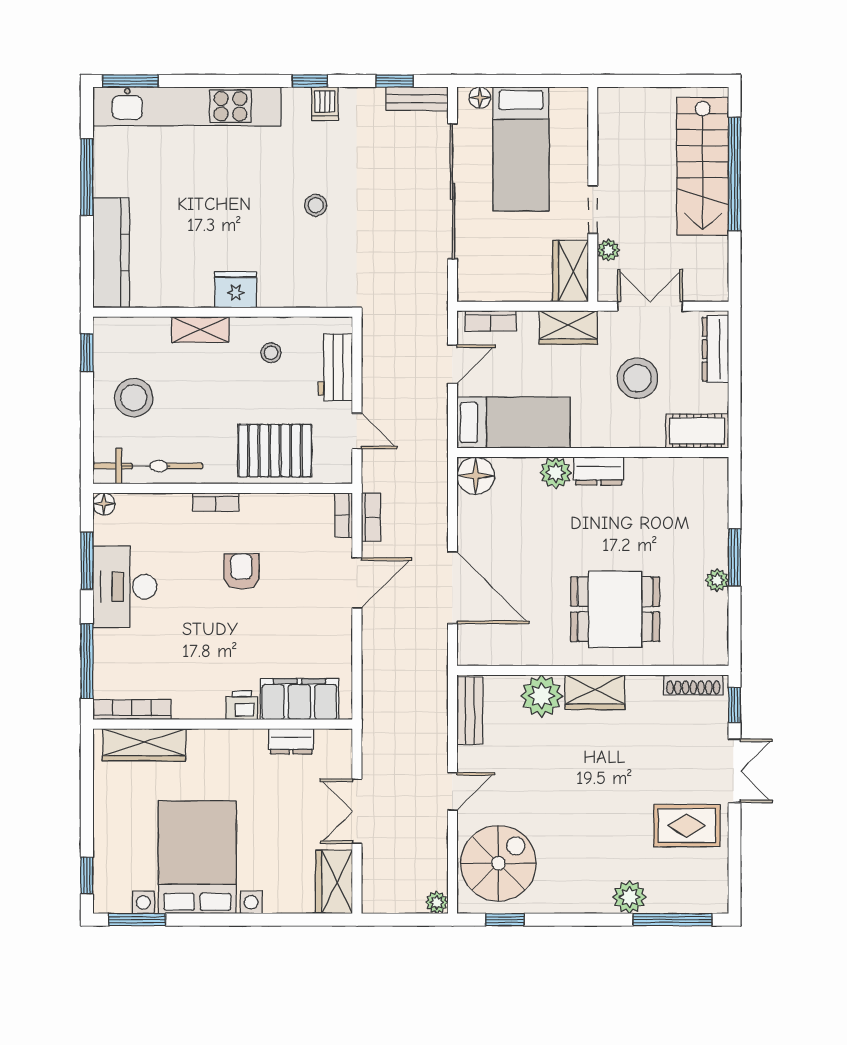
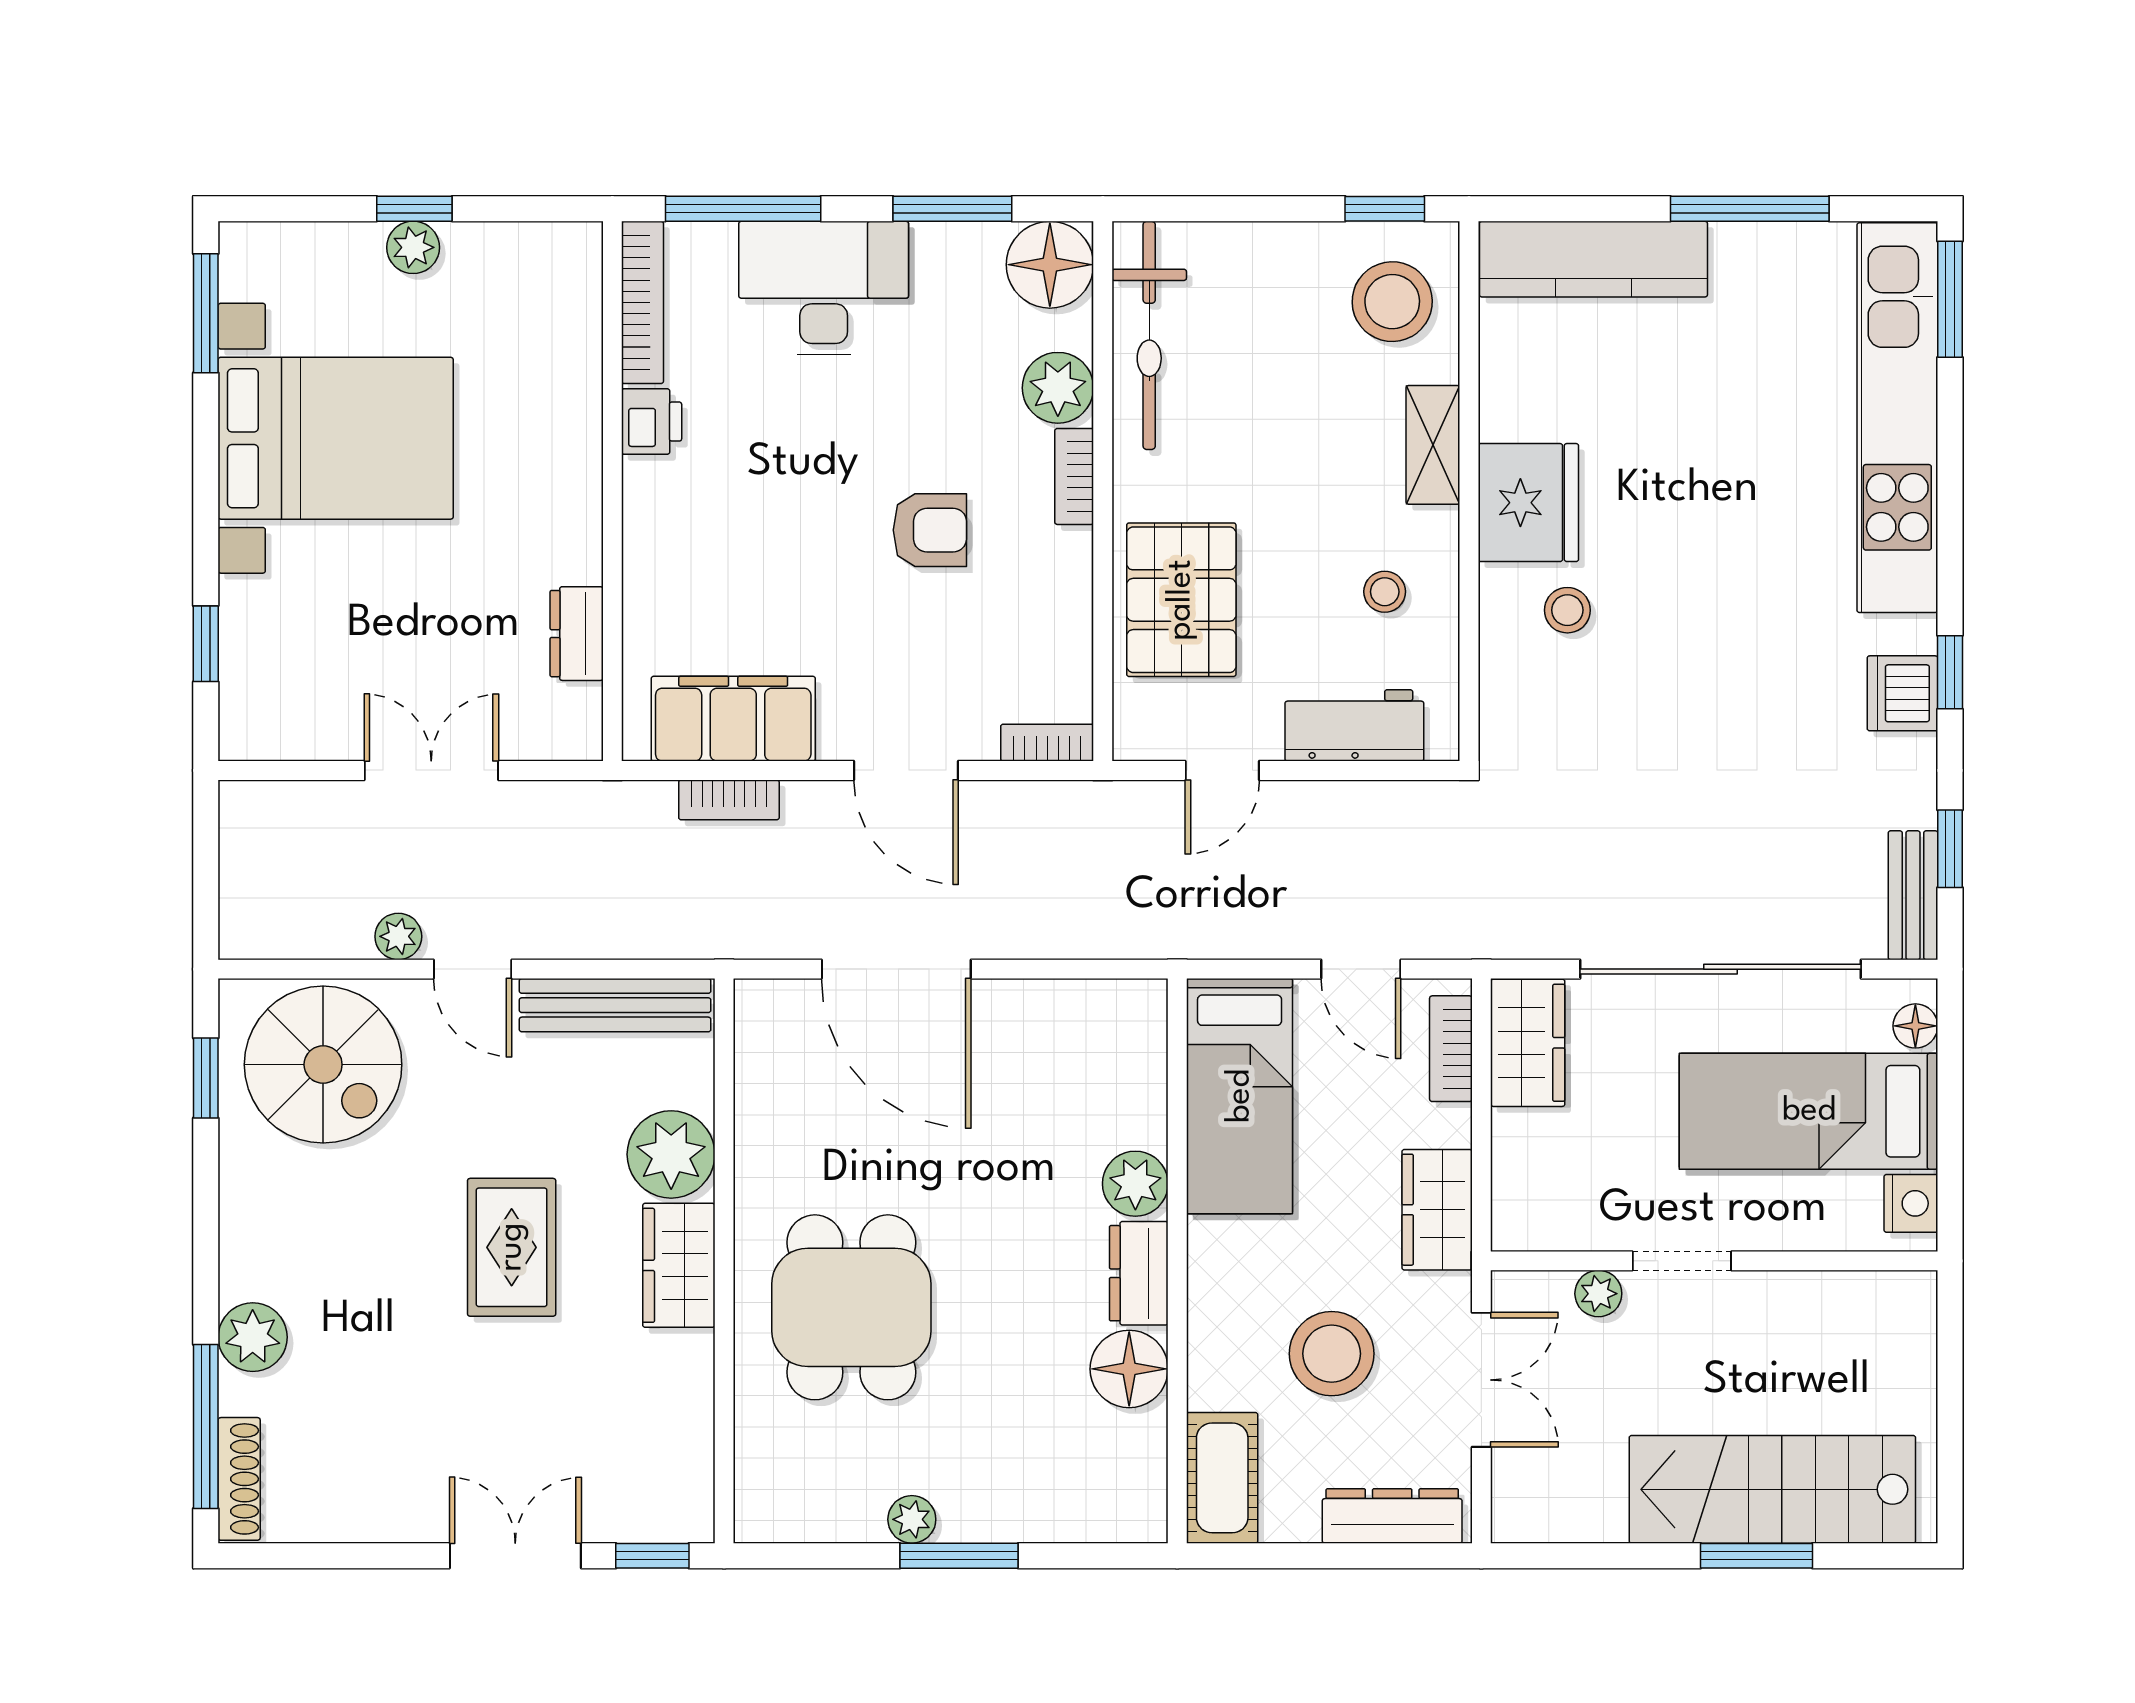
nightstand: (565, 100) -> (1911, 1203), added
dishwasher: (325, 104) -> (1902, 693), width x1.38
window: (735, 174) -> (1756, 1556), width x0.47
stool: (316, 205) -> (1567, 610), moved
wardrobe: (571, 271) -> (1528, 1043), moved, turned 90
fridge: (236, 290) -> (1528, 503), width x1.36, depth x1.34
stool: (134, 398) -> (1392, 302), moved
floor lamp: (476, 476) -> (1129, 1369), moved
floor lamp: (104, 504) -> (1050, 265), width x1.89, depth x1.89
plant: (173, 510) -> (1058, 388), added
bookcase: (371, 517) -> (729, 800), moved
desk: (125, 587) -> (824, 288), moved
door: (452, 588) -> (896, 969), hinge flipped
shoe rack: (693, 685) -> (239, 1479), moved, turned 180
filing cabinet: (299, 699) -> (733, 719), moved, turned -90
printer: (242, 705) -> (652, 422), moved
bench: (470, 711) -> (615, 1005), width x1.36
wardrobe: (144, 745) -> (570, 328), removed
double door: (735, 771) -> (515, 1556), swing flipped
plant: (105, 820) -> (413, 247), added
rug: (687, 826) -> (512, 1247), moved
window: (87, 875) -> (414, 209), moved
wardrobe: (334, 882) -> (284, 723), removed
plant: (437, 902) -> (398, 936), moved
window: (296, 920) -> (206, 644), added

